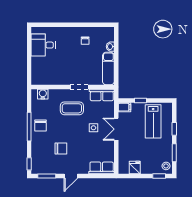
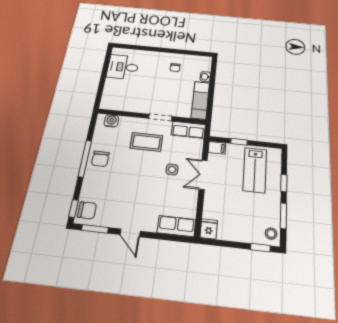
chair: (61, 148) -> (87, 210), moved
fridge: (135, 168) -> (209, 229), moved
door: (71, 176) -> (130, 233), hinge flipped

